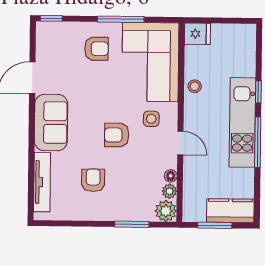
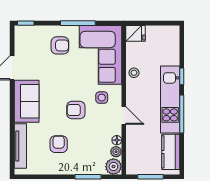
kitchen counter: (230, 211) -> (171, 152), moved, turned -90

